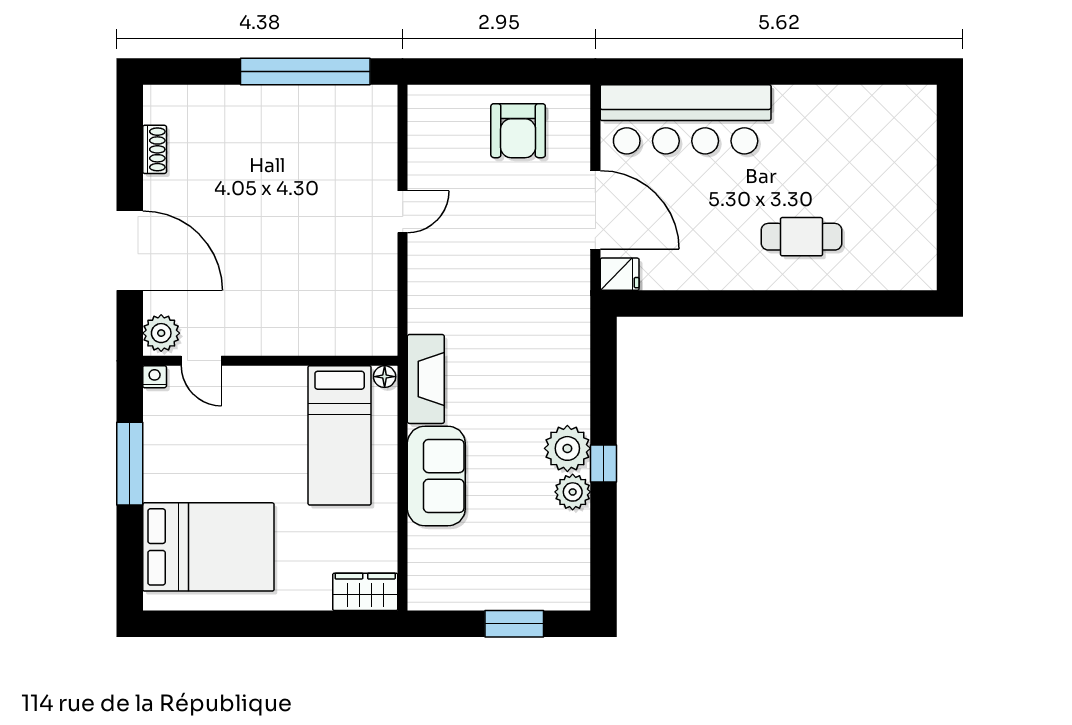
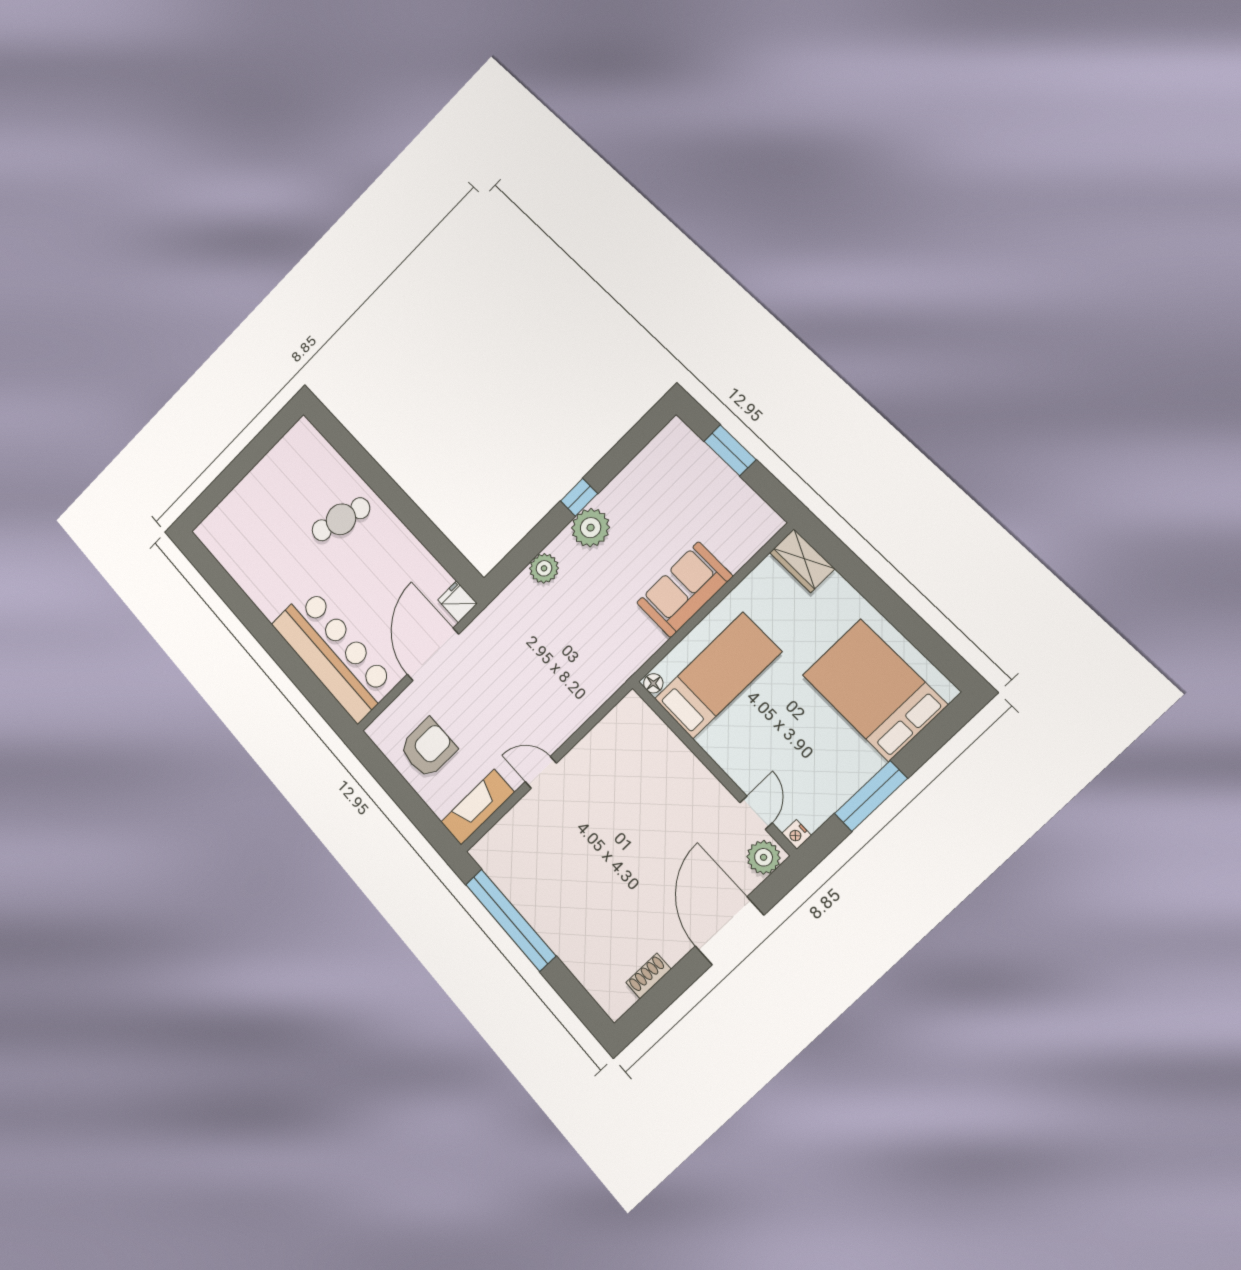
cafe table: (802, 237) -> (341, 519), turned -73
fireplace: (426, 379) -> (478, 807), moved
plant: (573, 492) -> (544, 568), moved

